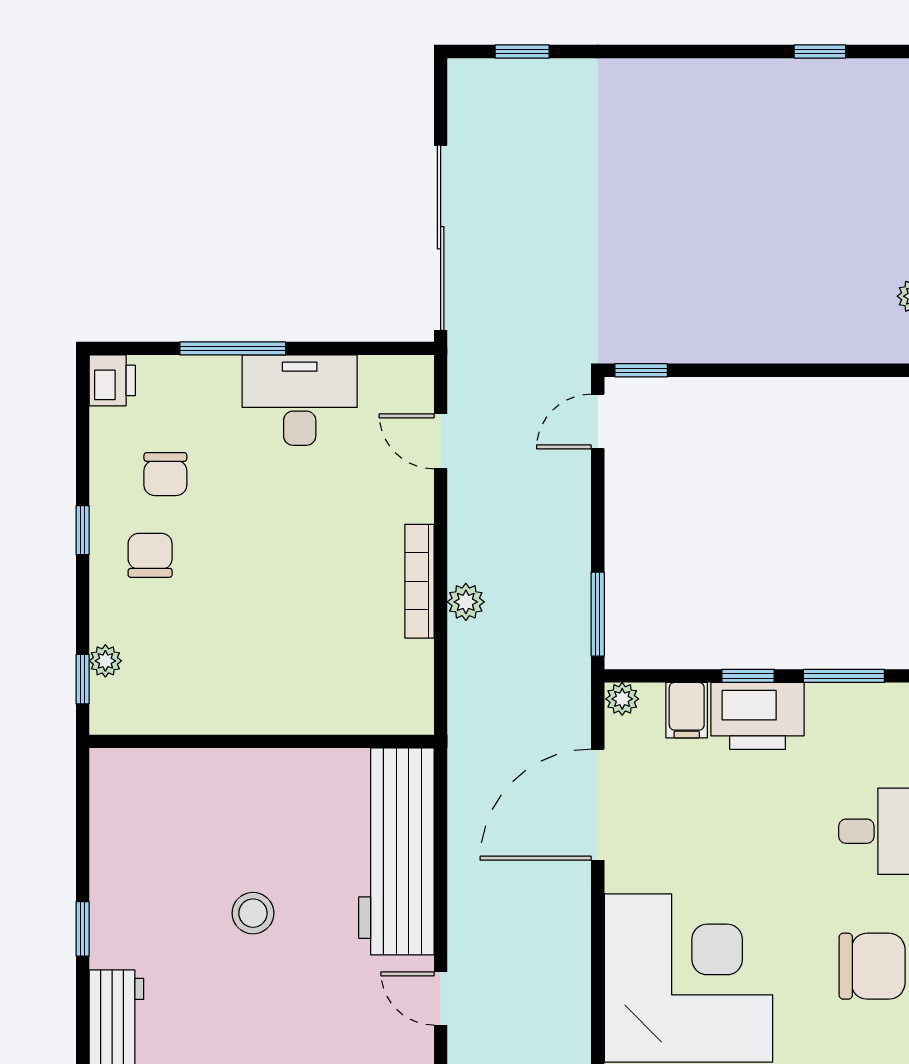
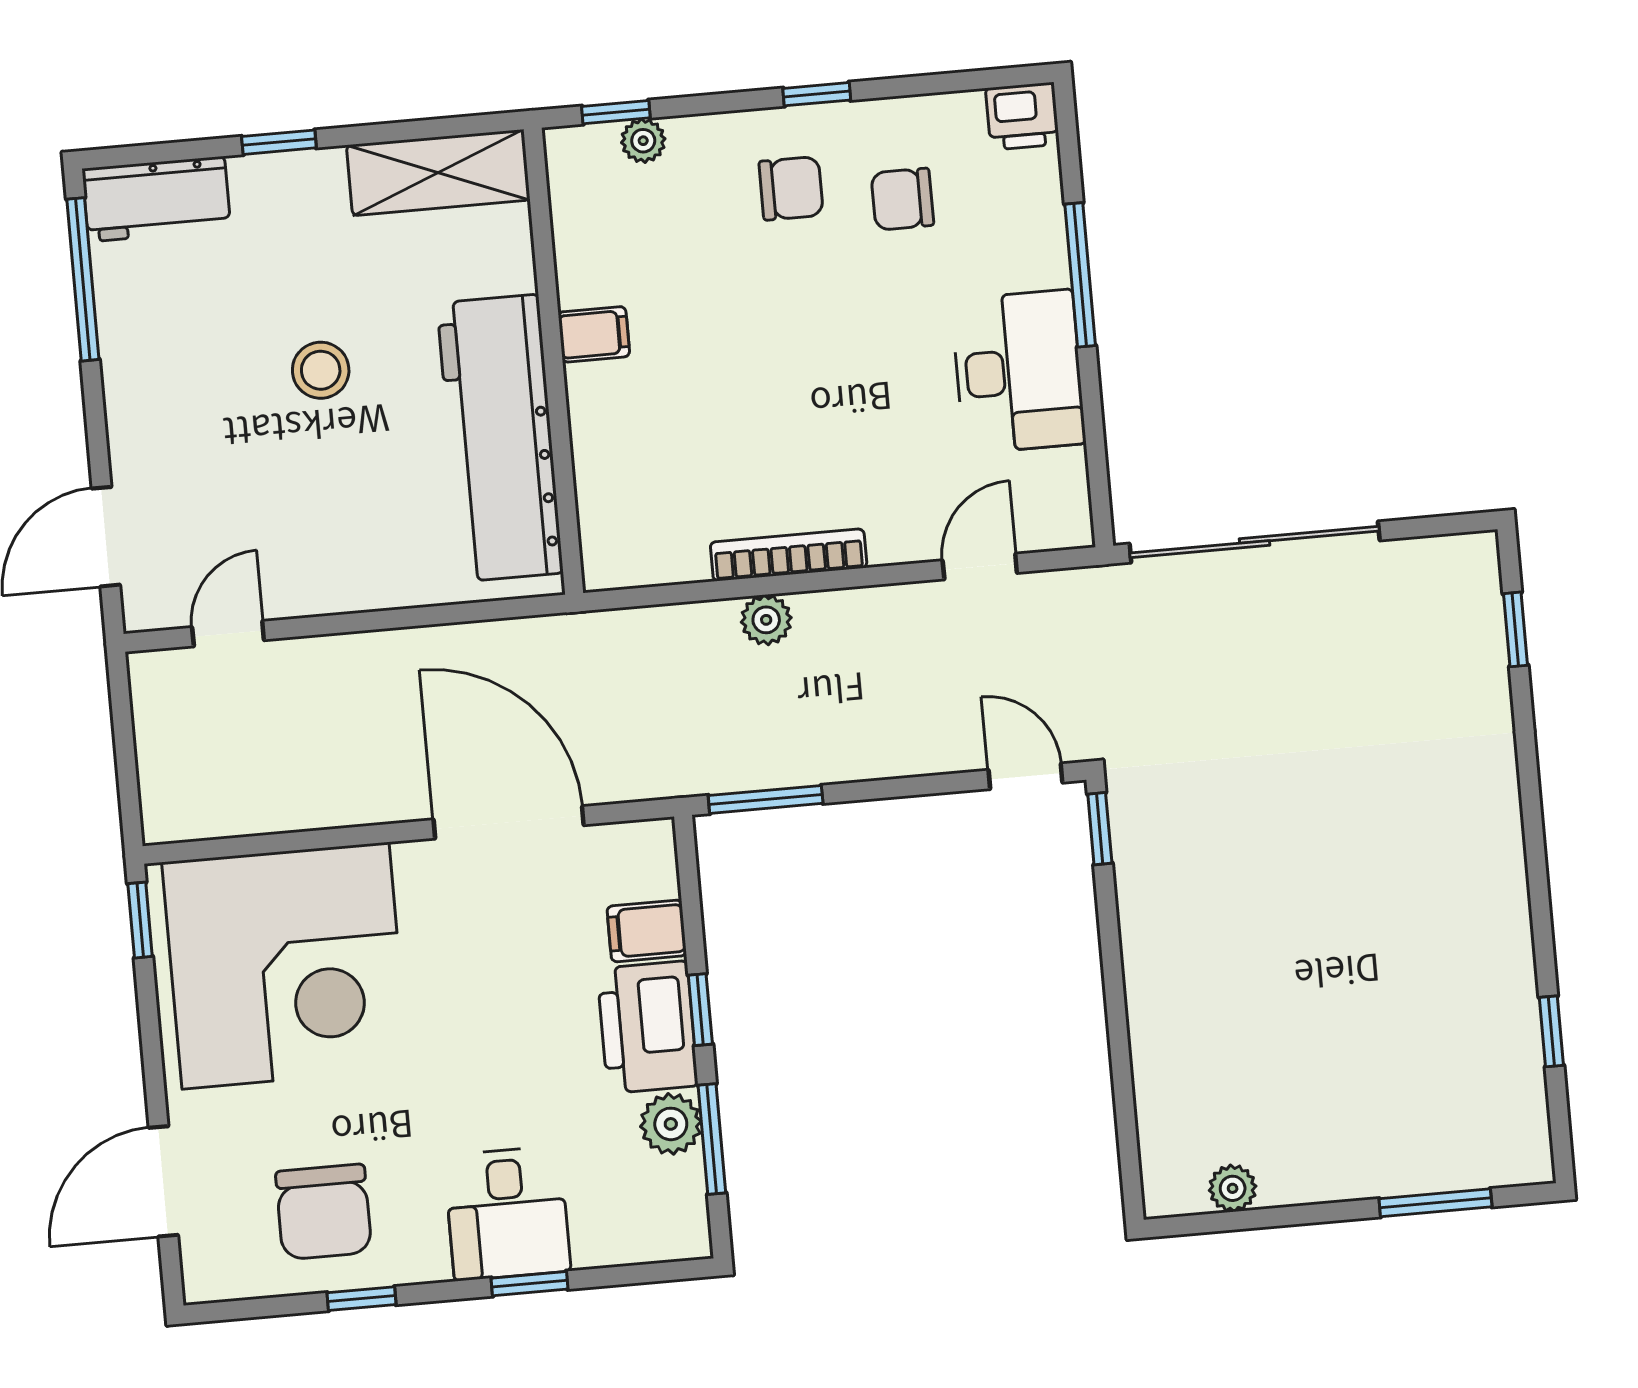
plant: (622, 699) -> (671, 1124), moved, width x1.38, depth x1.38
filing cabinet: (245, 710) -> (594, 334), added
shelving: (115, 814) -> (438, 173), added
workbench: (396, 851) -> (500, 438), moved, turned -90

